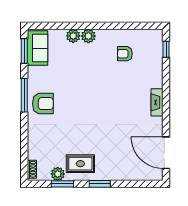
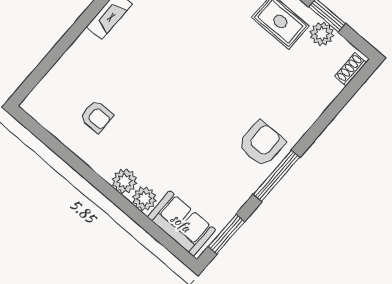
sofa: (38, 48) -> (181, 223), moved, turned 90
window: (166, 49) -> (37, 75), removed
armchair: (43, 104) -> (262, 144), turned 90

